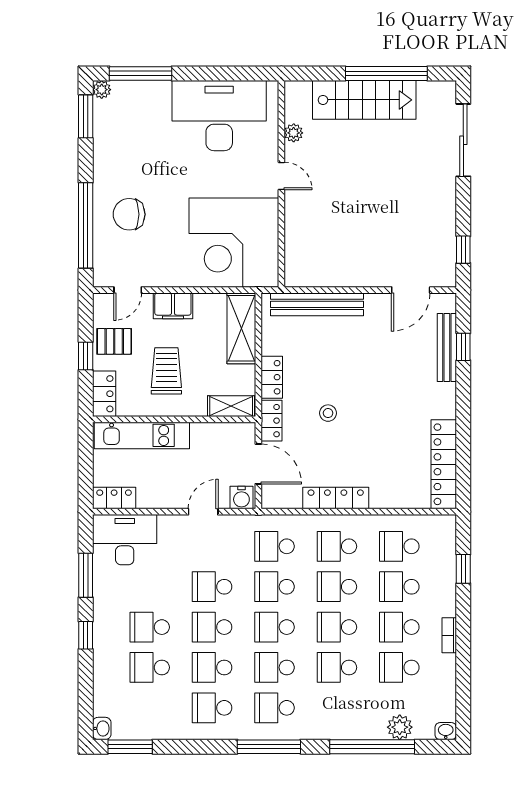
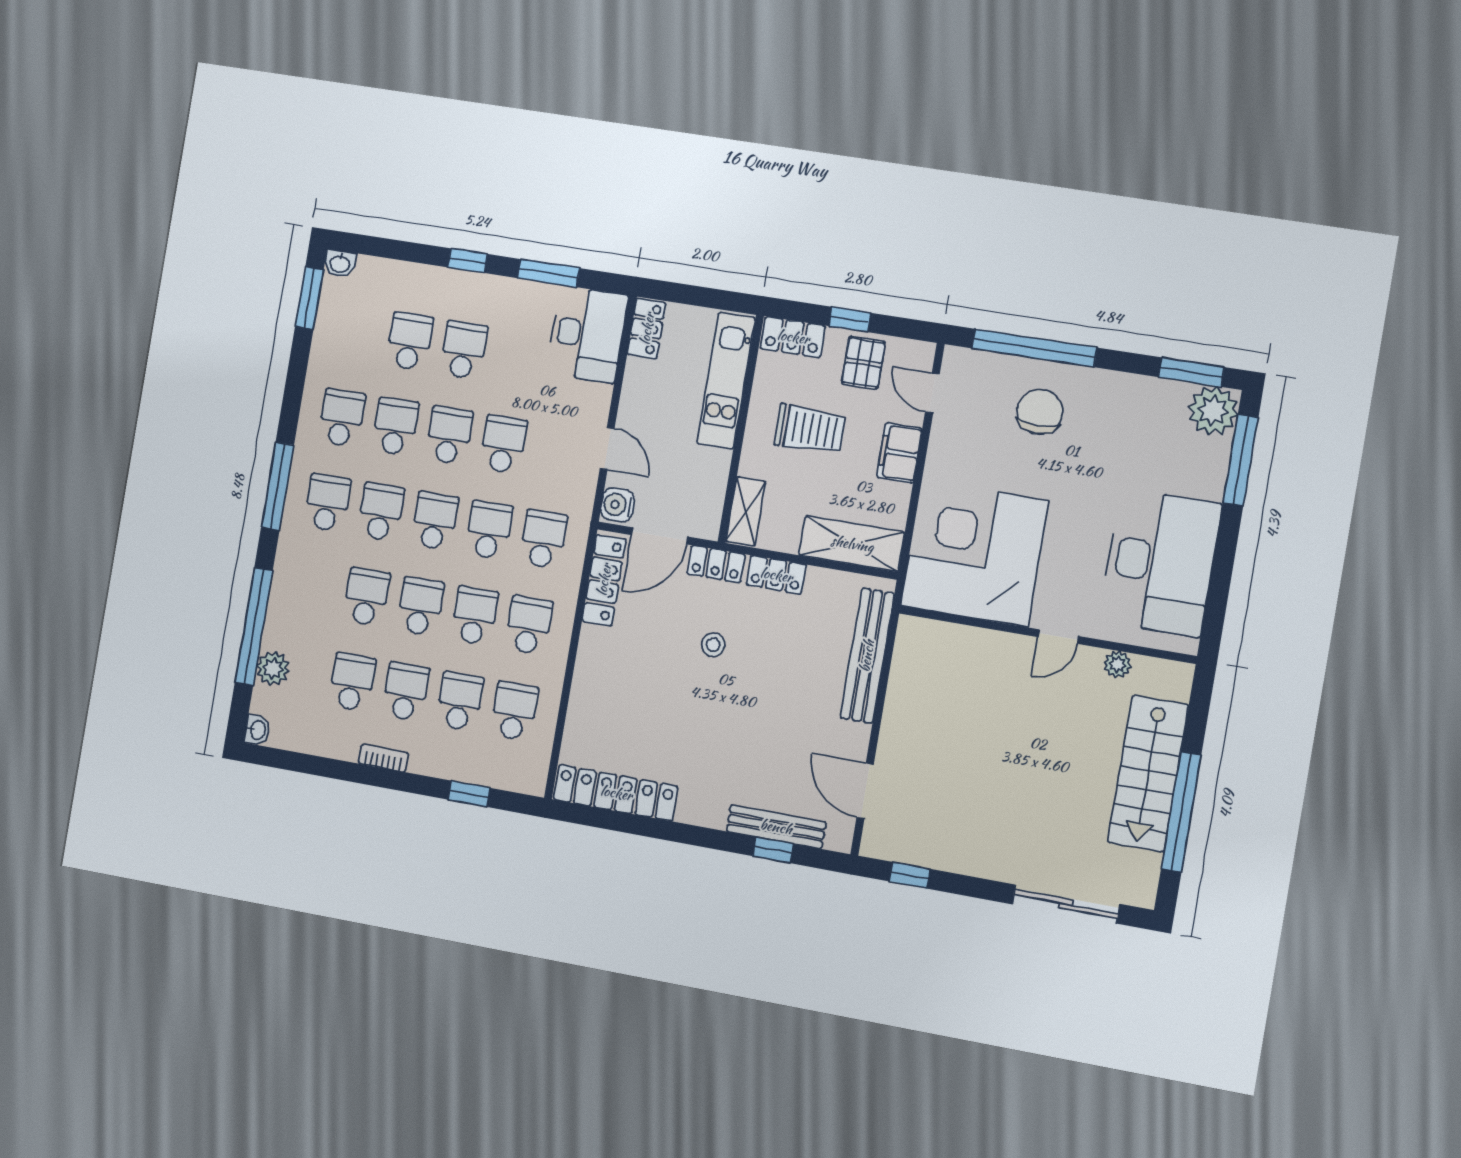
plant: (102, 90) -> (1213, 411), width x1.87, depth x1.87
locker: (336, 498) -> (604, 580), moved

